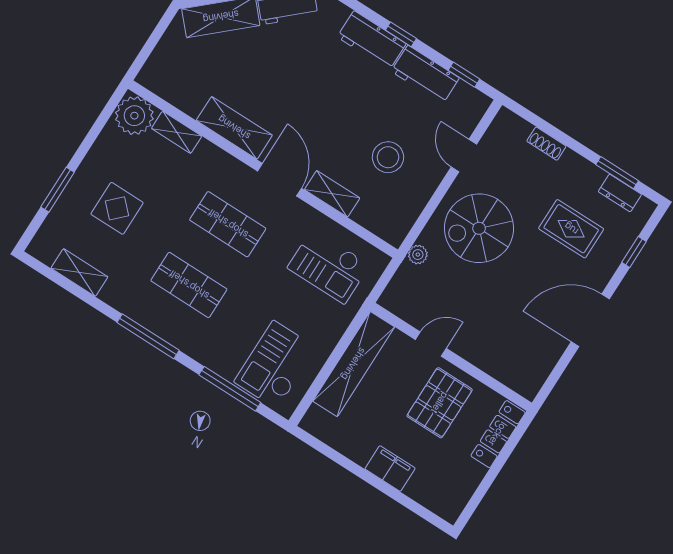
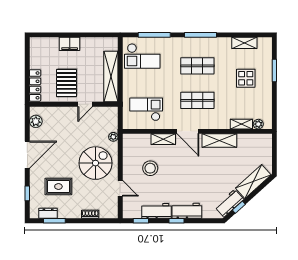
plant: (134, 116) -> (258, 124), width x0.53, depth x0.53
checkout: (275, 365) -> (142, 56), turned 90
plant: (537, 370) -> (36, 121), added

